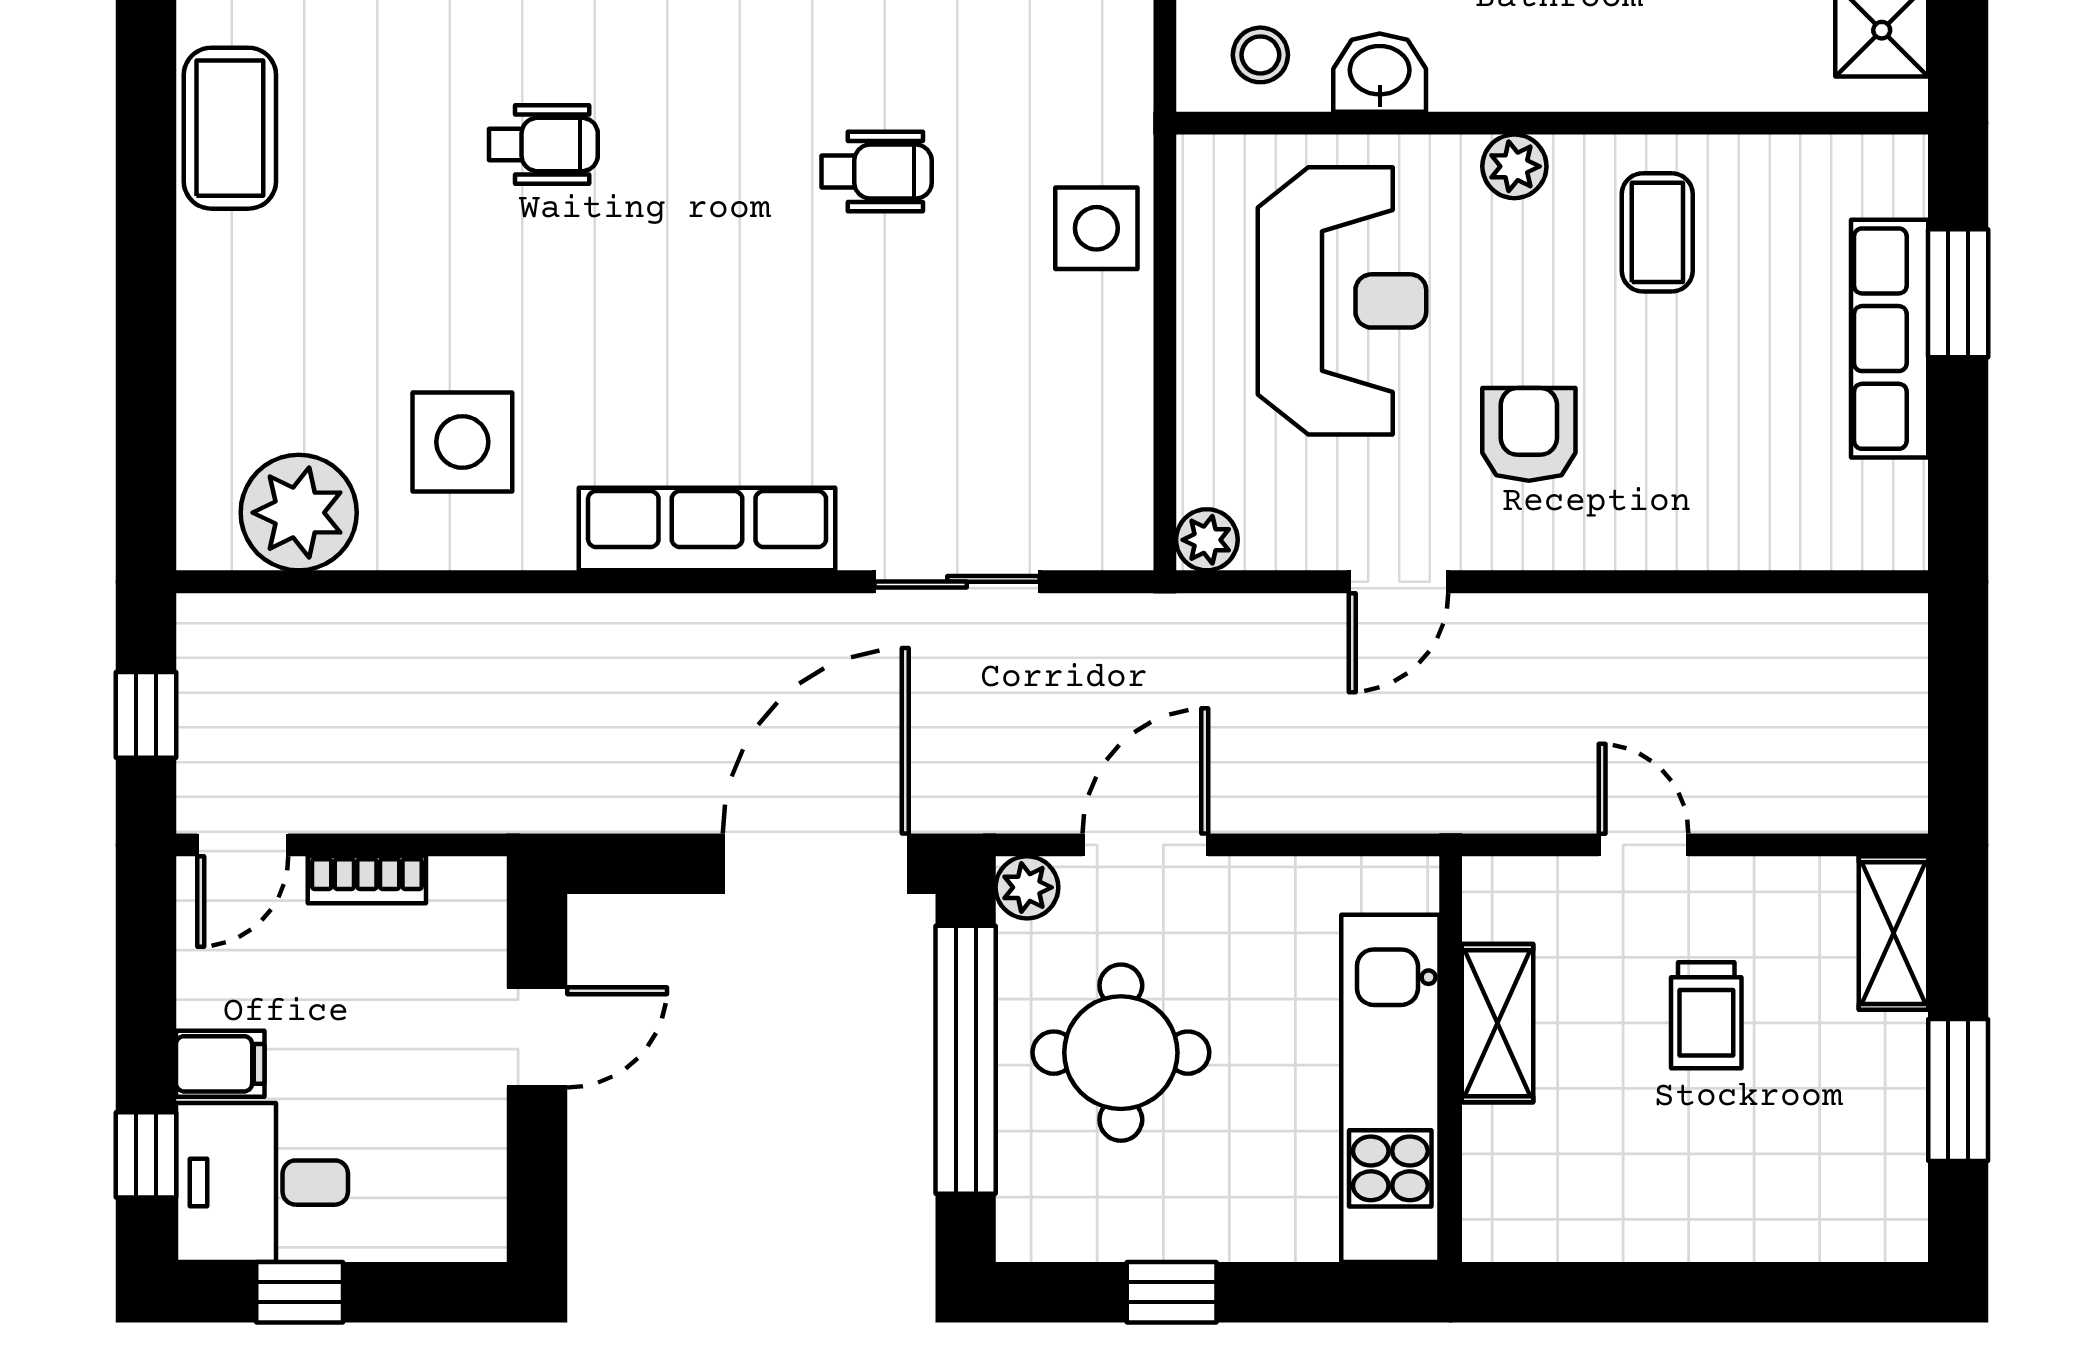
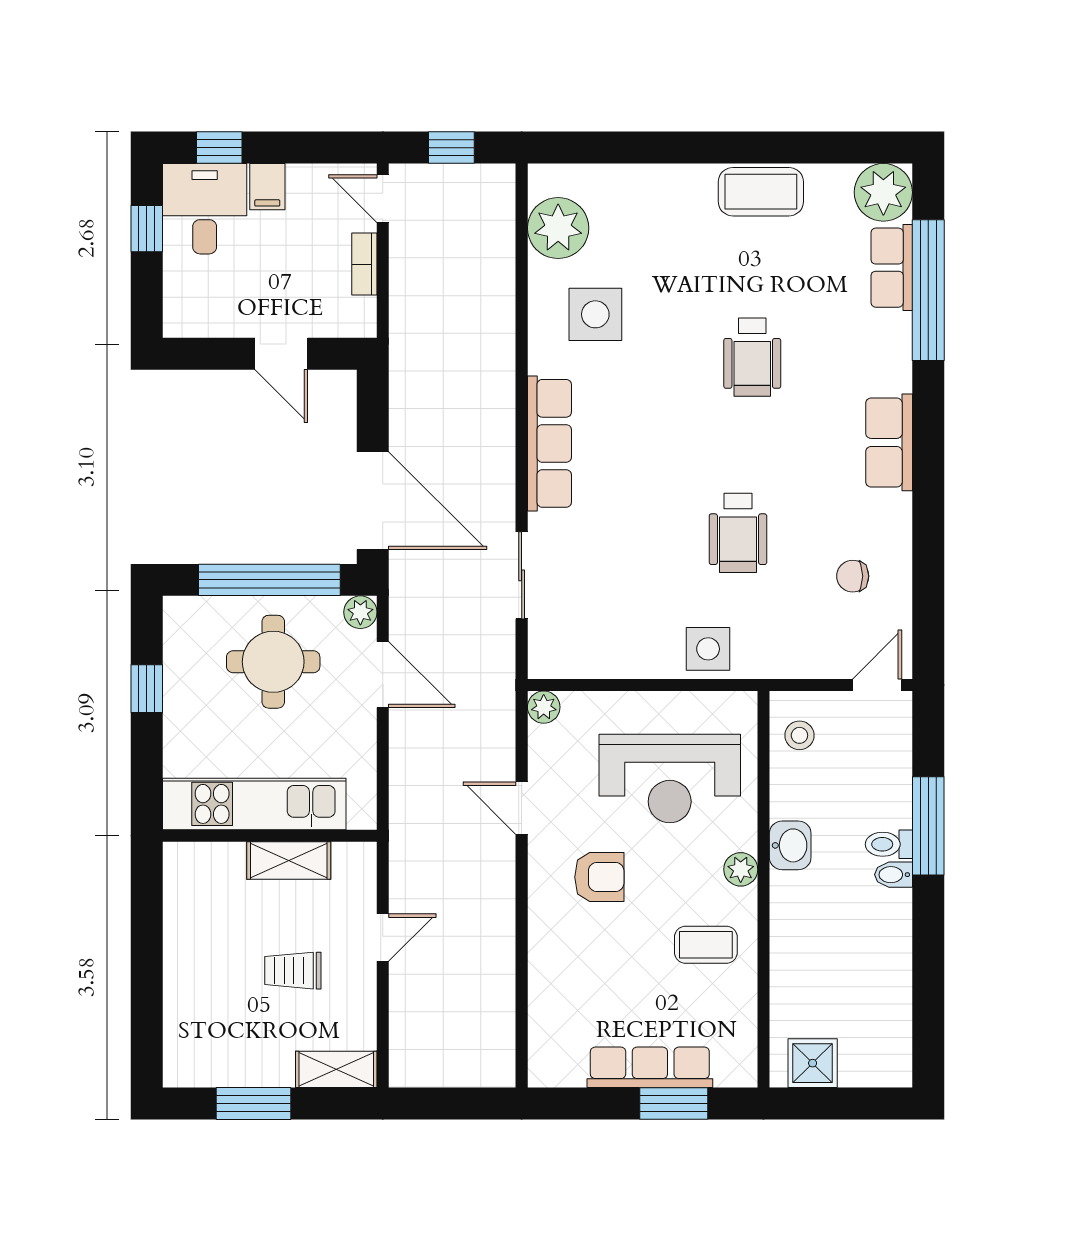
washbasin: (1380, 73) -> (790, 845), moved
wheelchair: (543, 145) -> (752, 357), width x1.36, depth x1.37
wheelchair: (876, 172) -> (738, 533), width x1.36, depth x1.37

